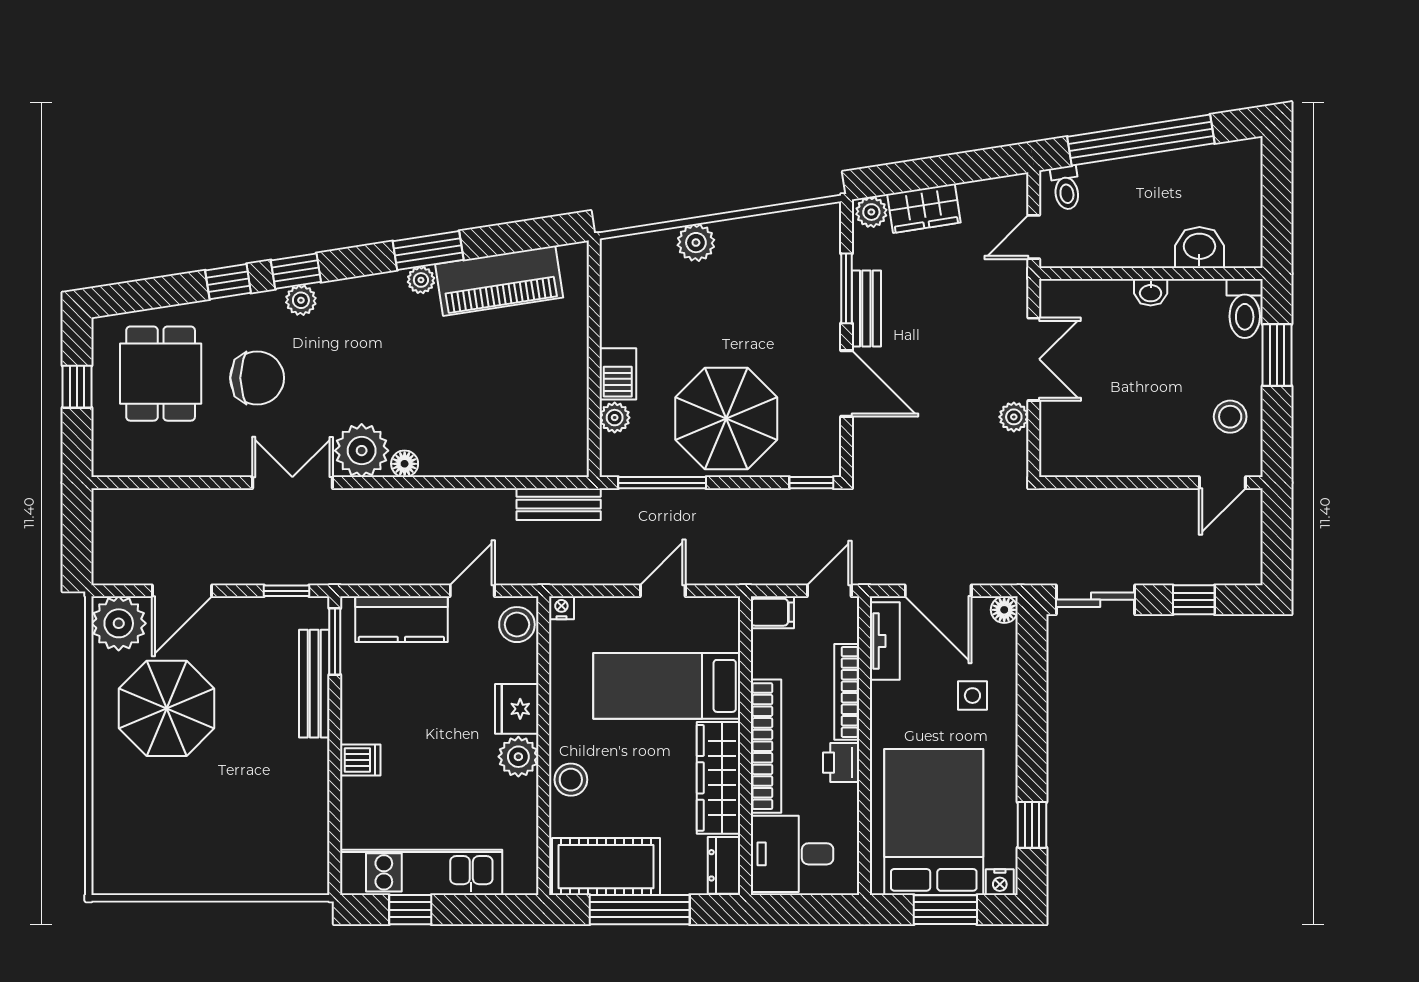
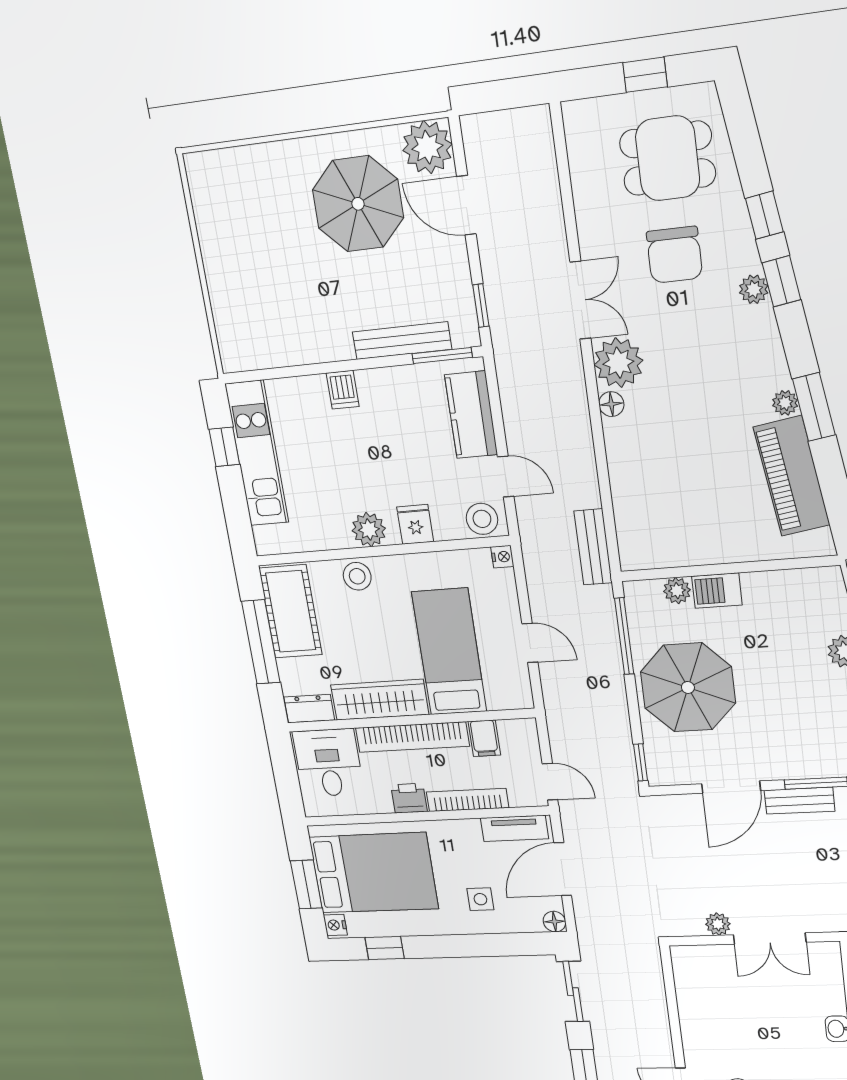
filing cabinet: (772, 612) -> (484, 738), moved
fridge: (517, 709) -> (415, 524), width x0.72

